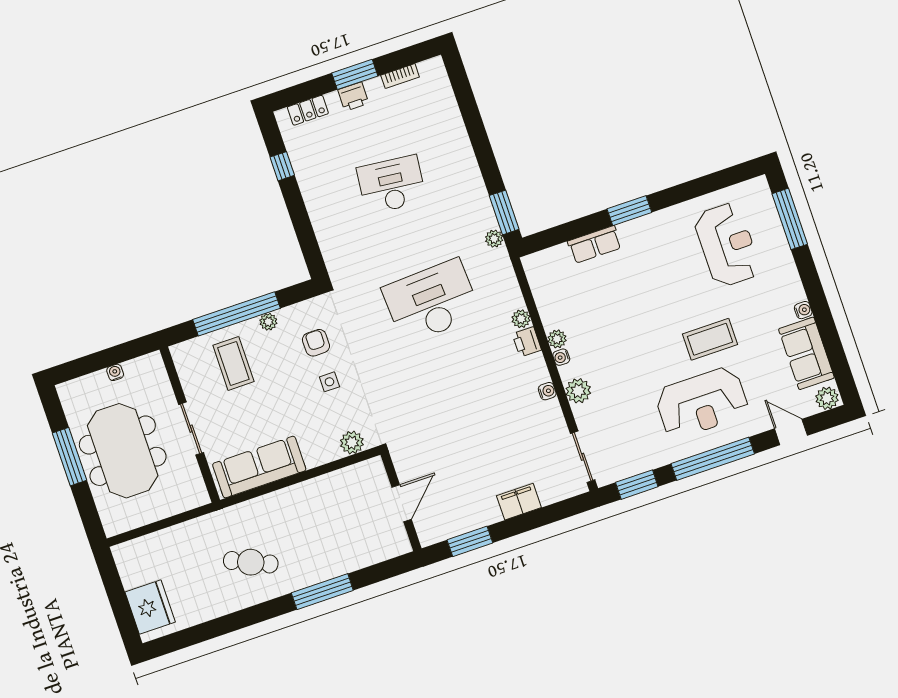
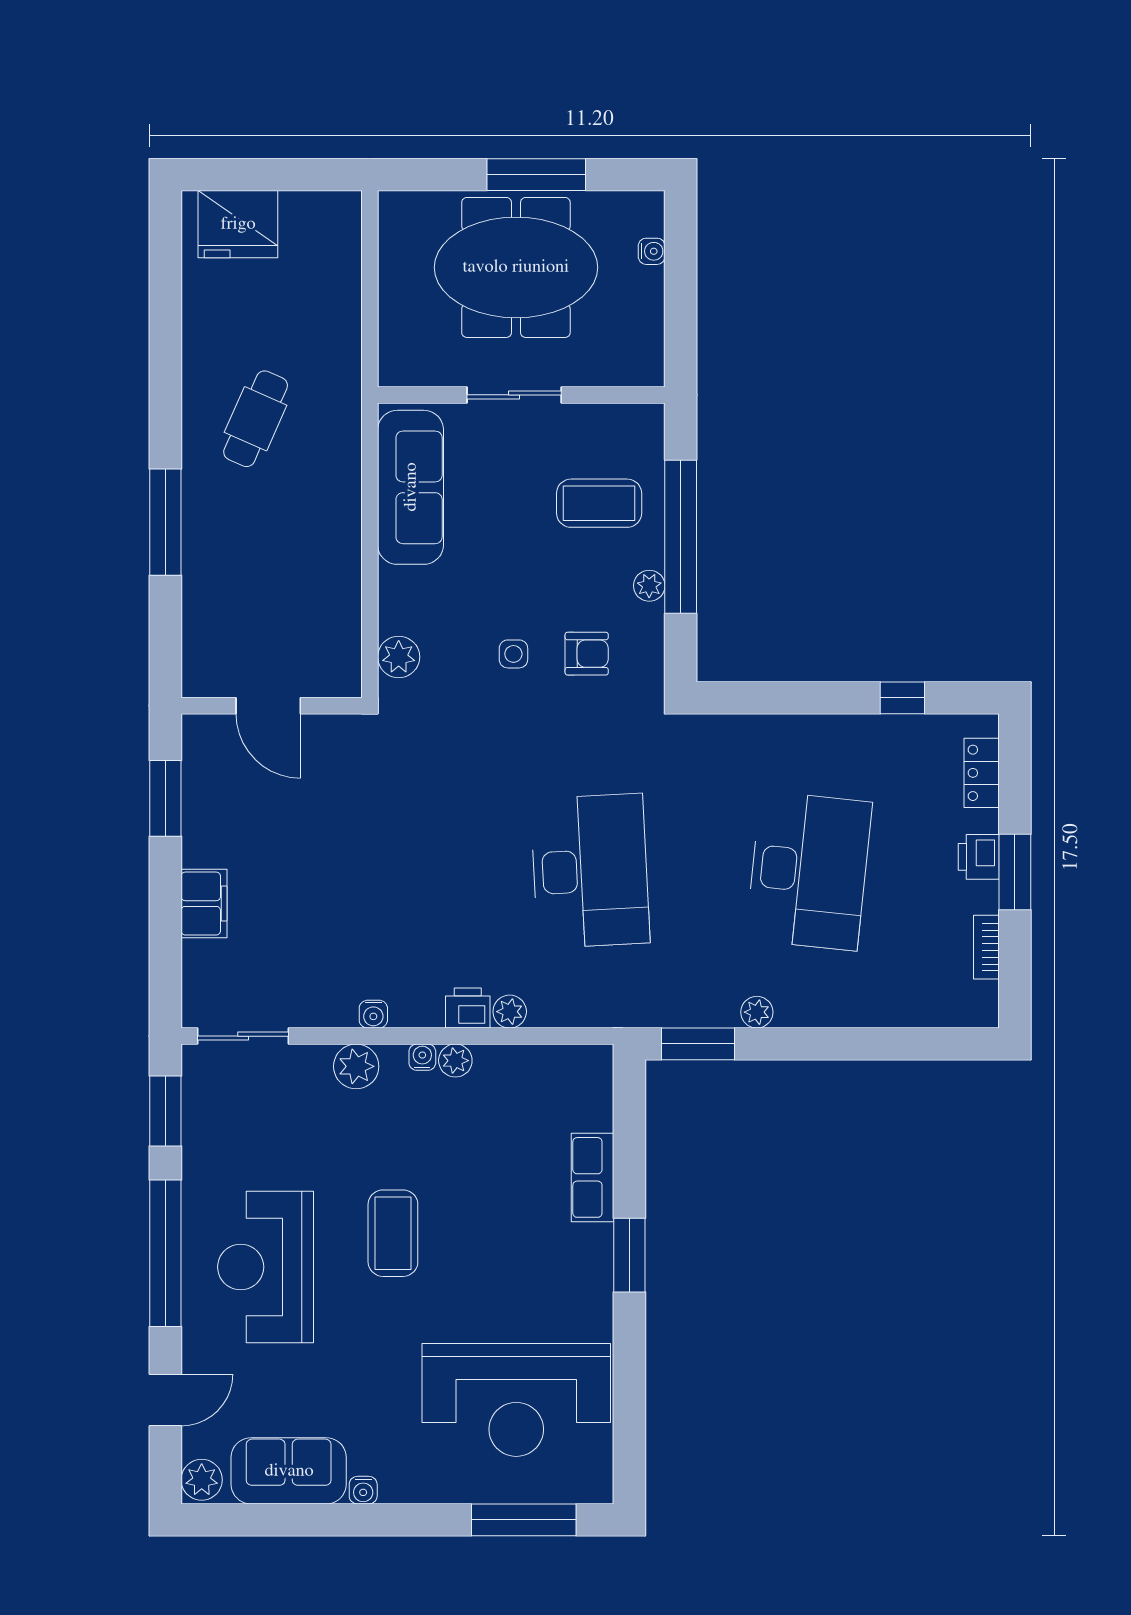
desk: (392, 185) -> (809, 871), width x1.36, depth x1.30
plant: (494, 239) -> (757, 1012), moved
reception desk: (727, 245) -> (516, 1400), width x1.36, depth x1.30
coffee table: (710, 339) -> (393, 1233), moved
water cooler: (115, 372) -> (652, 251), moved

